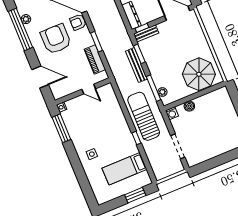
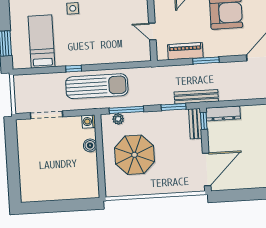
armchair: (78, 22) -> (237, 46), removed
bench: (136, 65) -> (196, 97), moved
parasol: (199, 74) -> (134, 155), moved
door: (89, 89) -> (152, 31), hinge flipped

